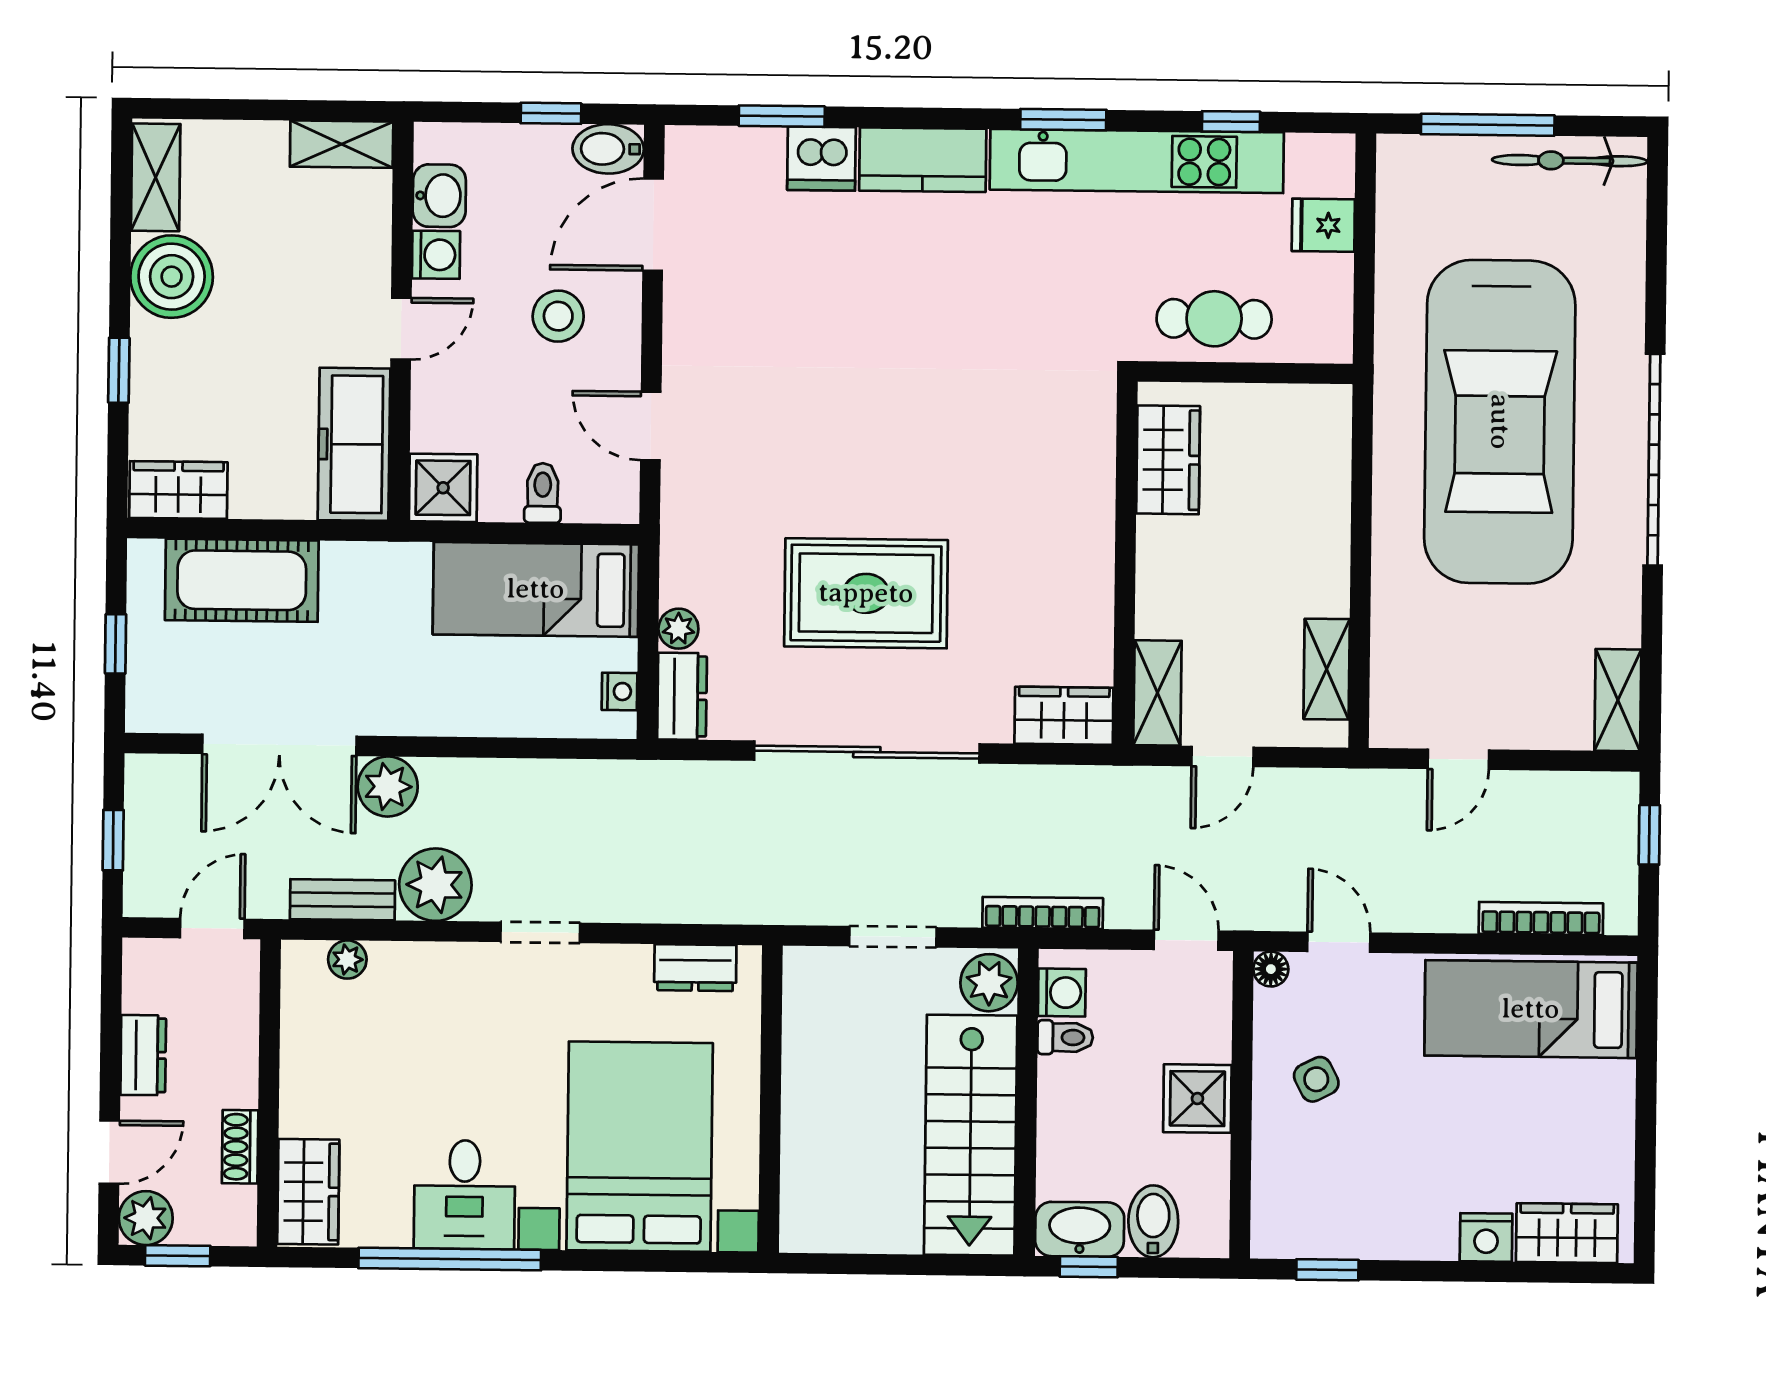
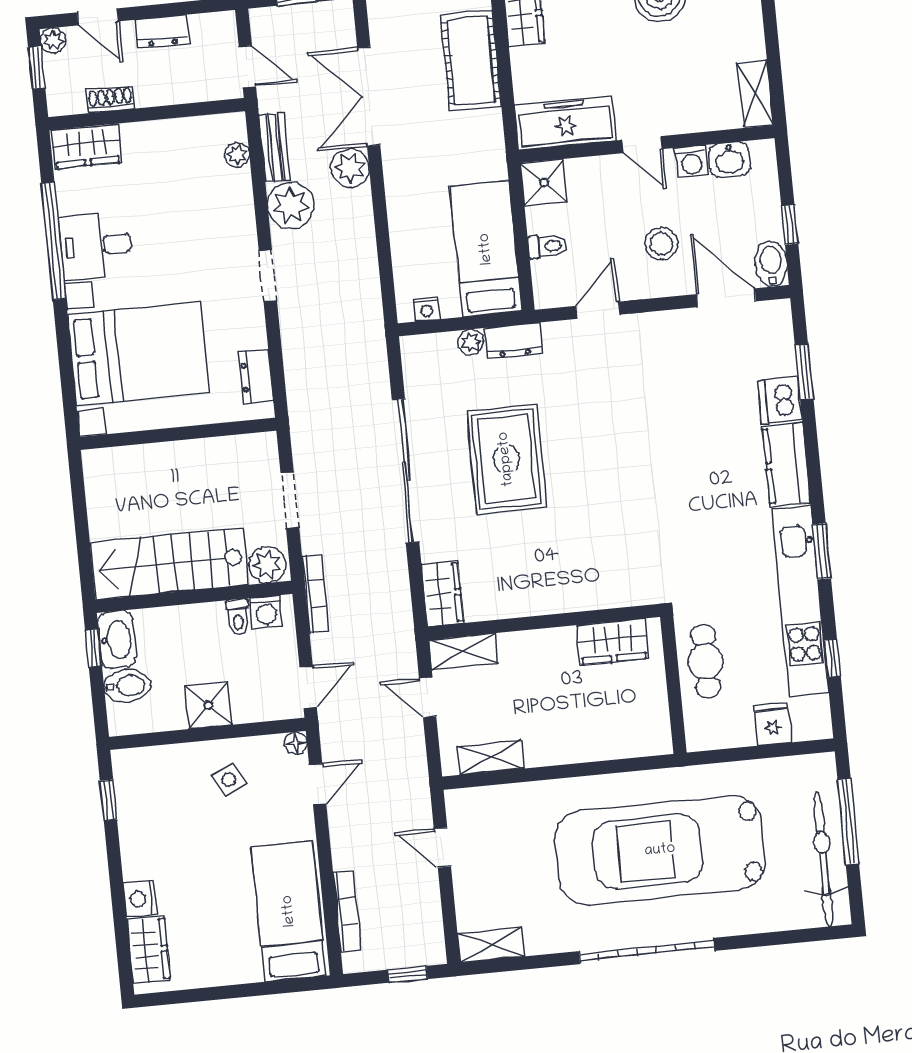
bicycle: (1570, 161) -> (823, 859), width x1.37, depth x1.40
dresser: (682, 696) -> (514, 341), moved
plant: (146, 1218) -> (53, 40), width x0.73, depth x0.73

